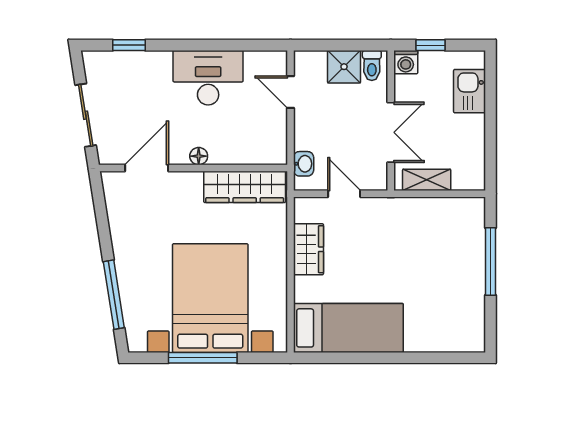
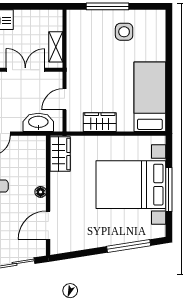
washbasin: (304, 164) -> (38, 122), width x1.91, depth x1.45
door: (147, 168) -> (48, 225), hinge flipped
wardrobe: (245, 187) -> (60, 154), width x0.67
side table: (450, 287) -> (124, 32), added

